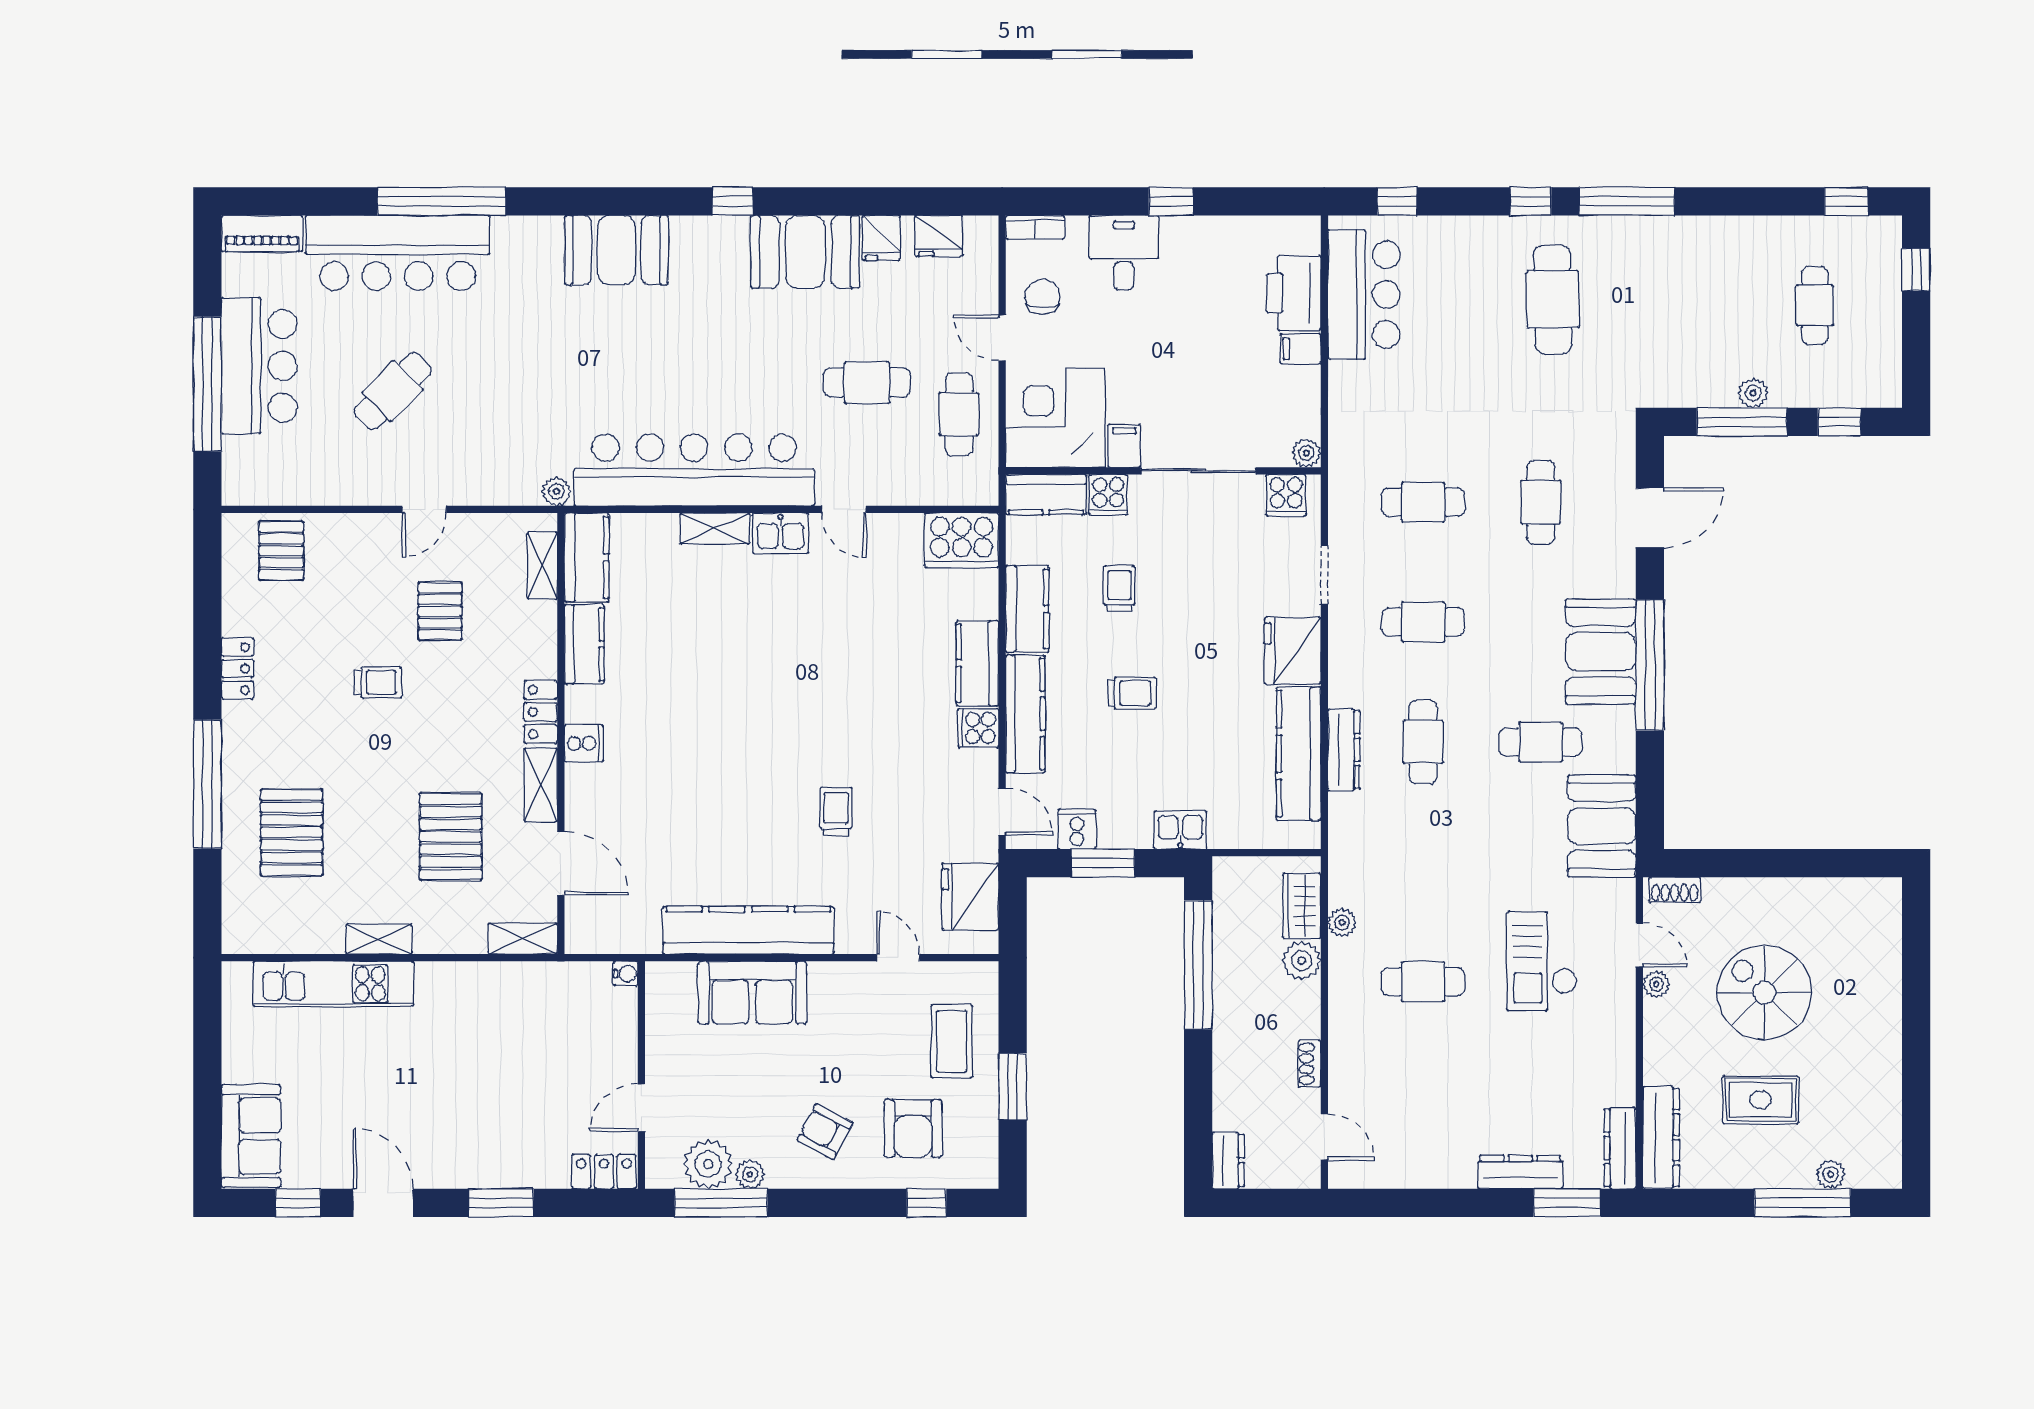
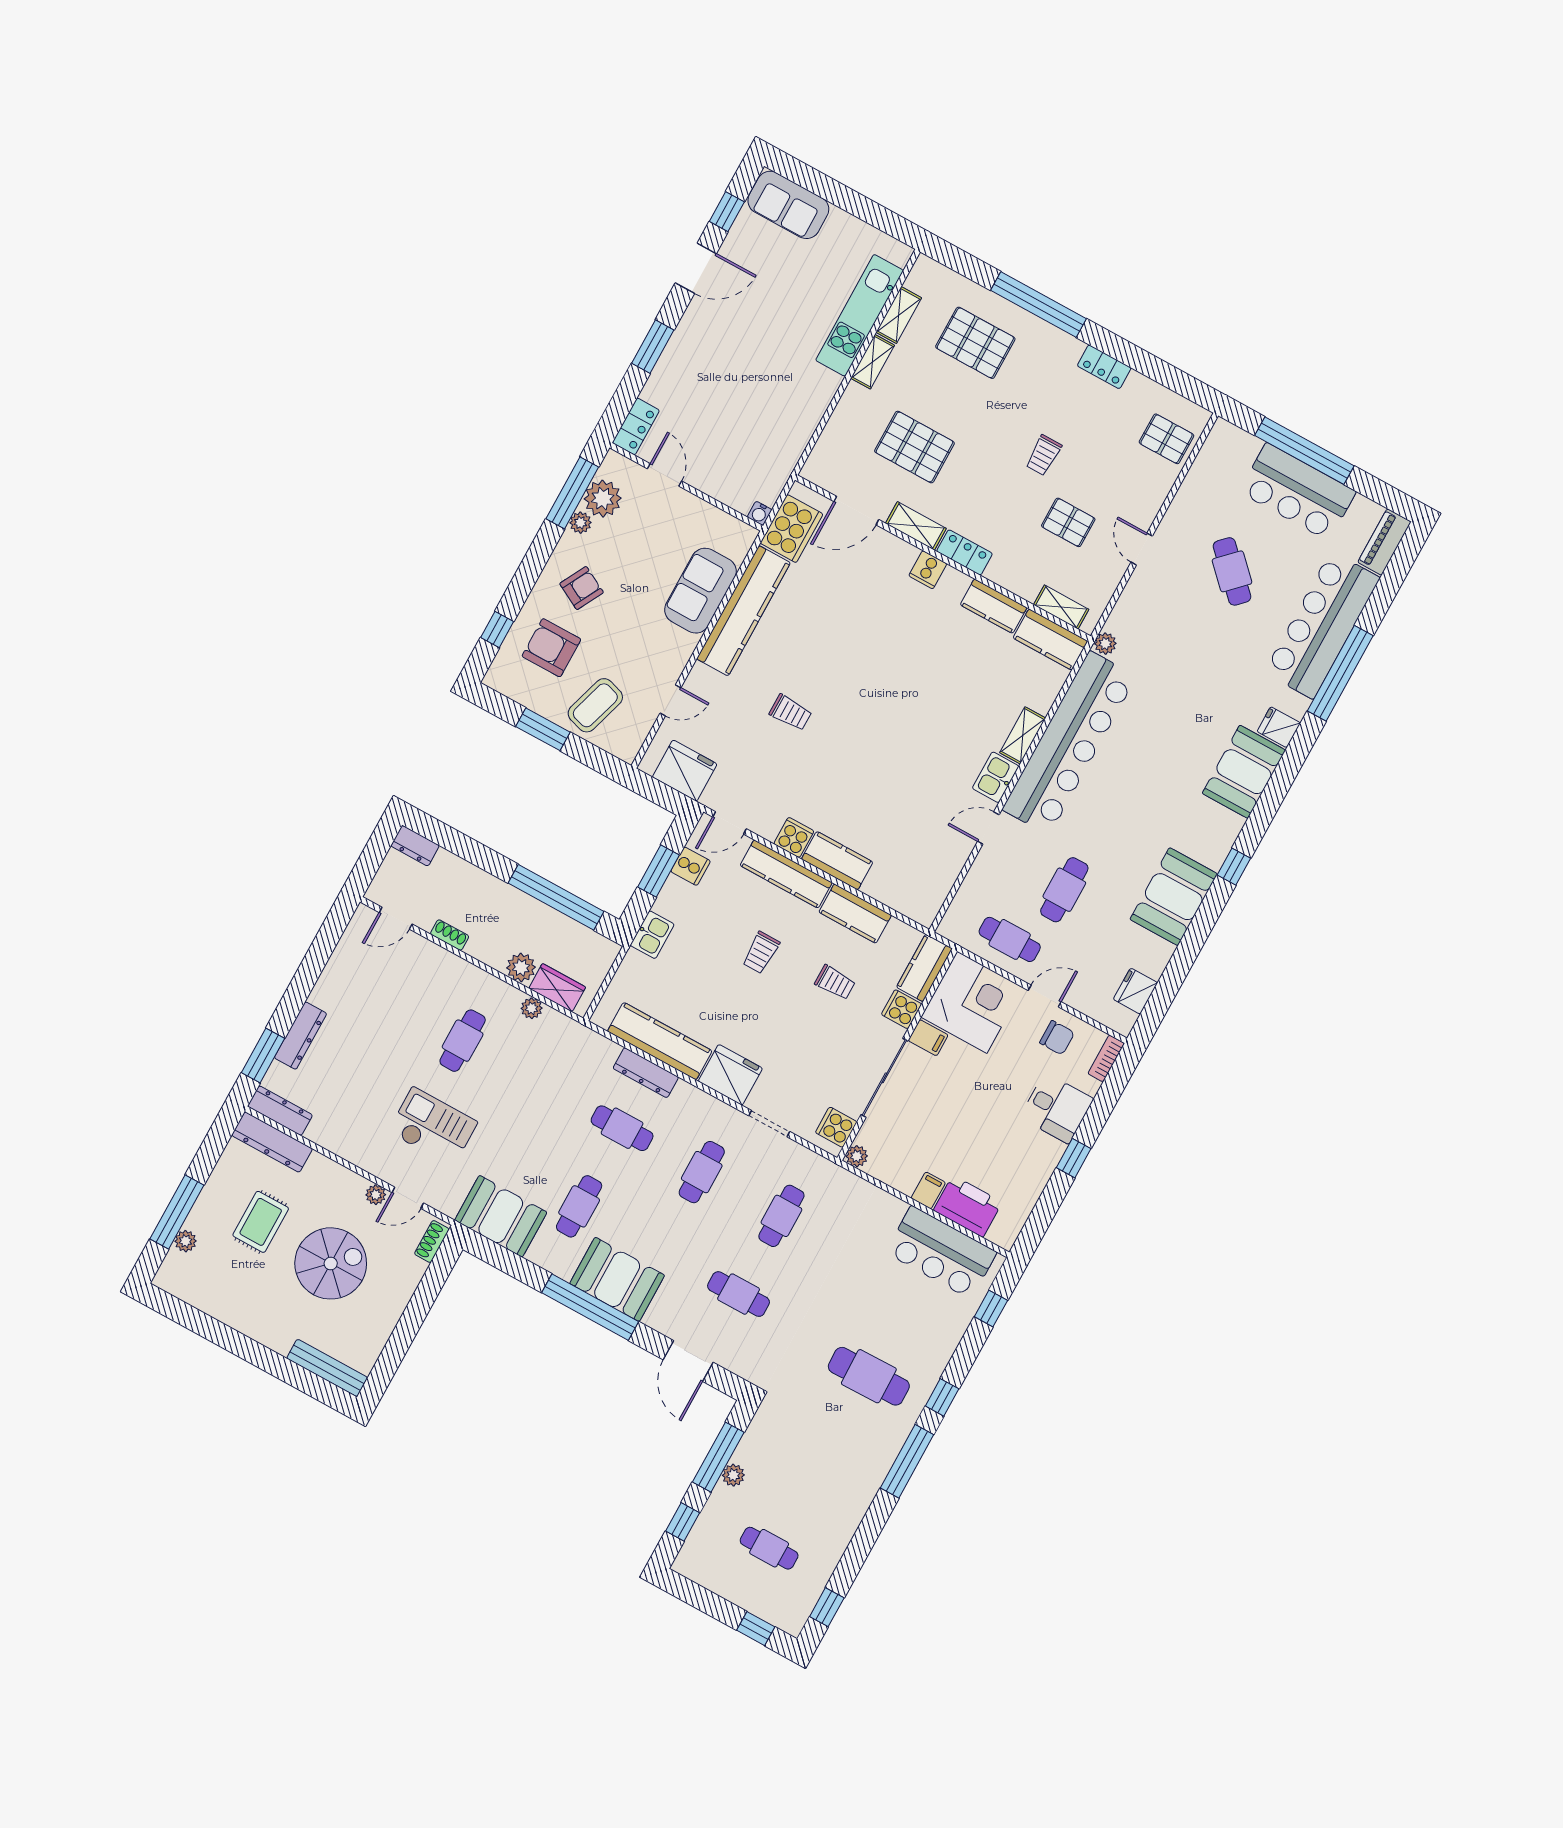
fridge: (881, 238) -> (1279, 727), moved
cooker: (962, 540) -> (792, 529), moved, turned 180
bench: (1887, 930) -> (327, 1368), added
shelving: (523, 939) -> (899, 315), moved
coffee table: (952, 1041) -> (595, 705), turned -73

